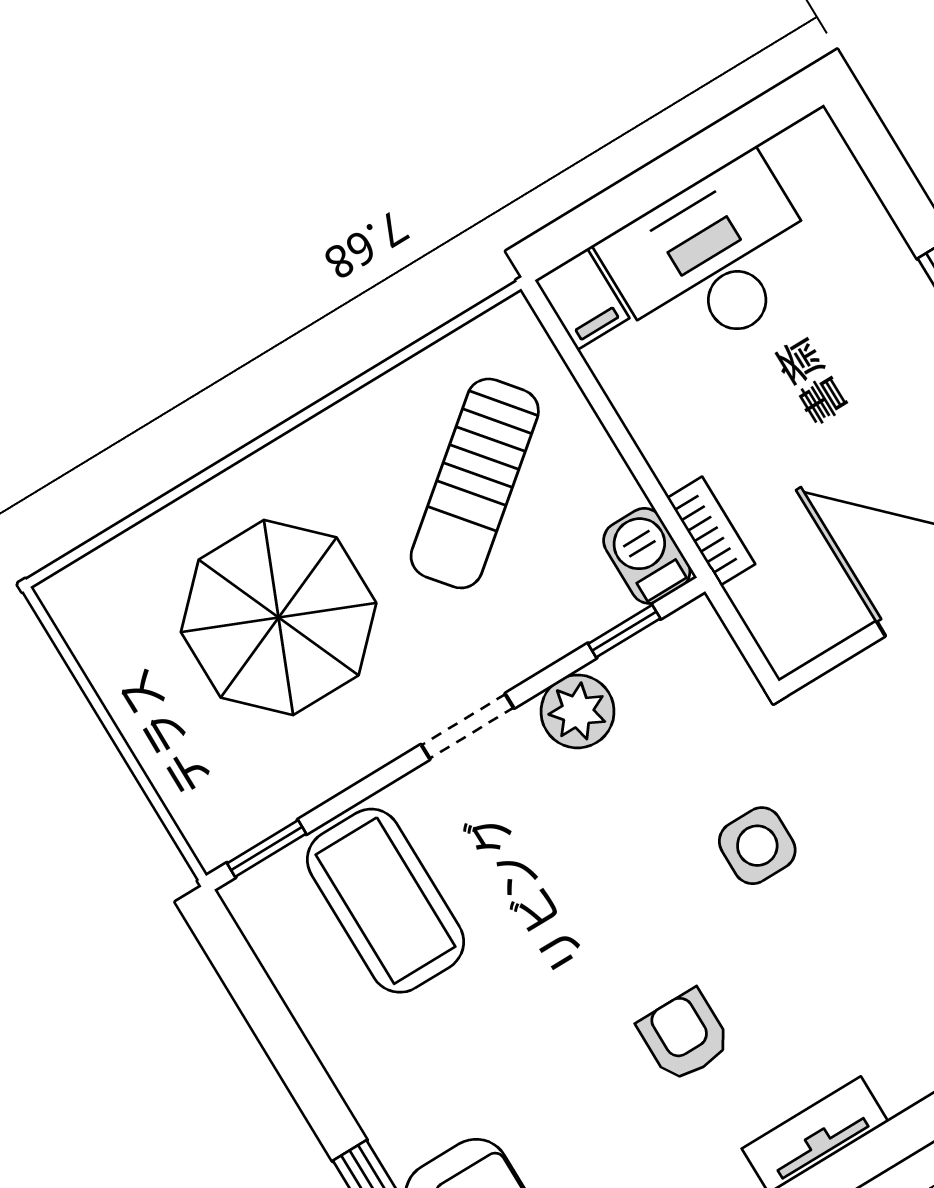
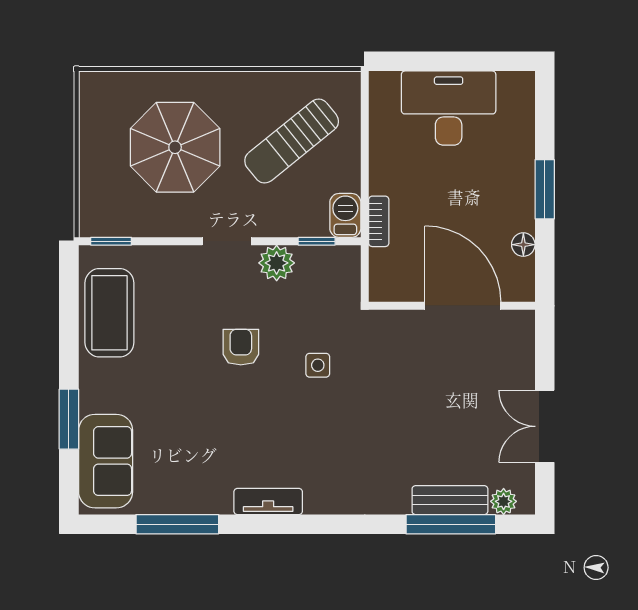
filing cabinet: (582, 299) -> (384, 91), removed
side table: (757, 846) -> (318, 365), width x0.73, depth x0.73
coffee table: (385, 901) -> (109, 313), moved
armchair: (684, 1036) -> (241, 347), moved

